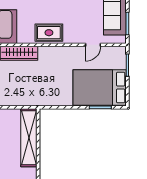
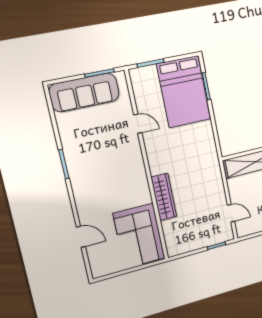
rug: (49, 33) -> (132, 167), removed
door: (93, 45) -> (138, 124), moved

